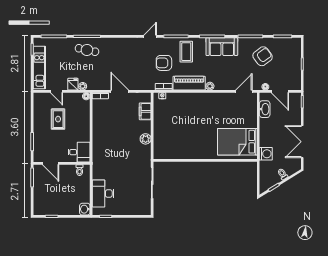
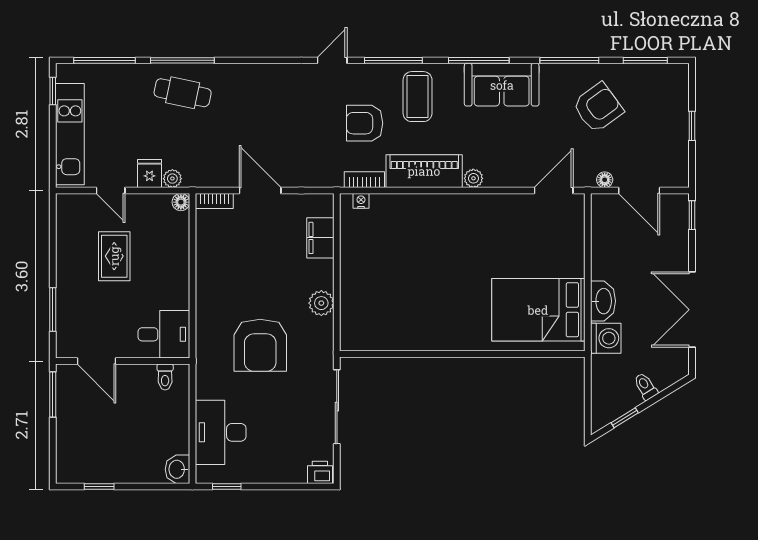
washbasin: (265, 109) -> (603, 301), moved
armchair: (120, 157) -> (260, 345), added
printer: (145, 210) -> (320, 472), added

